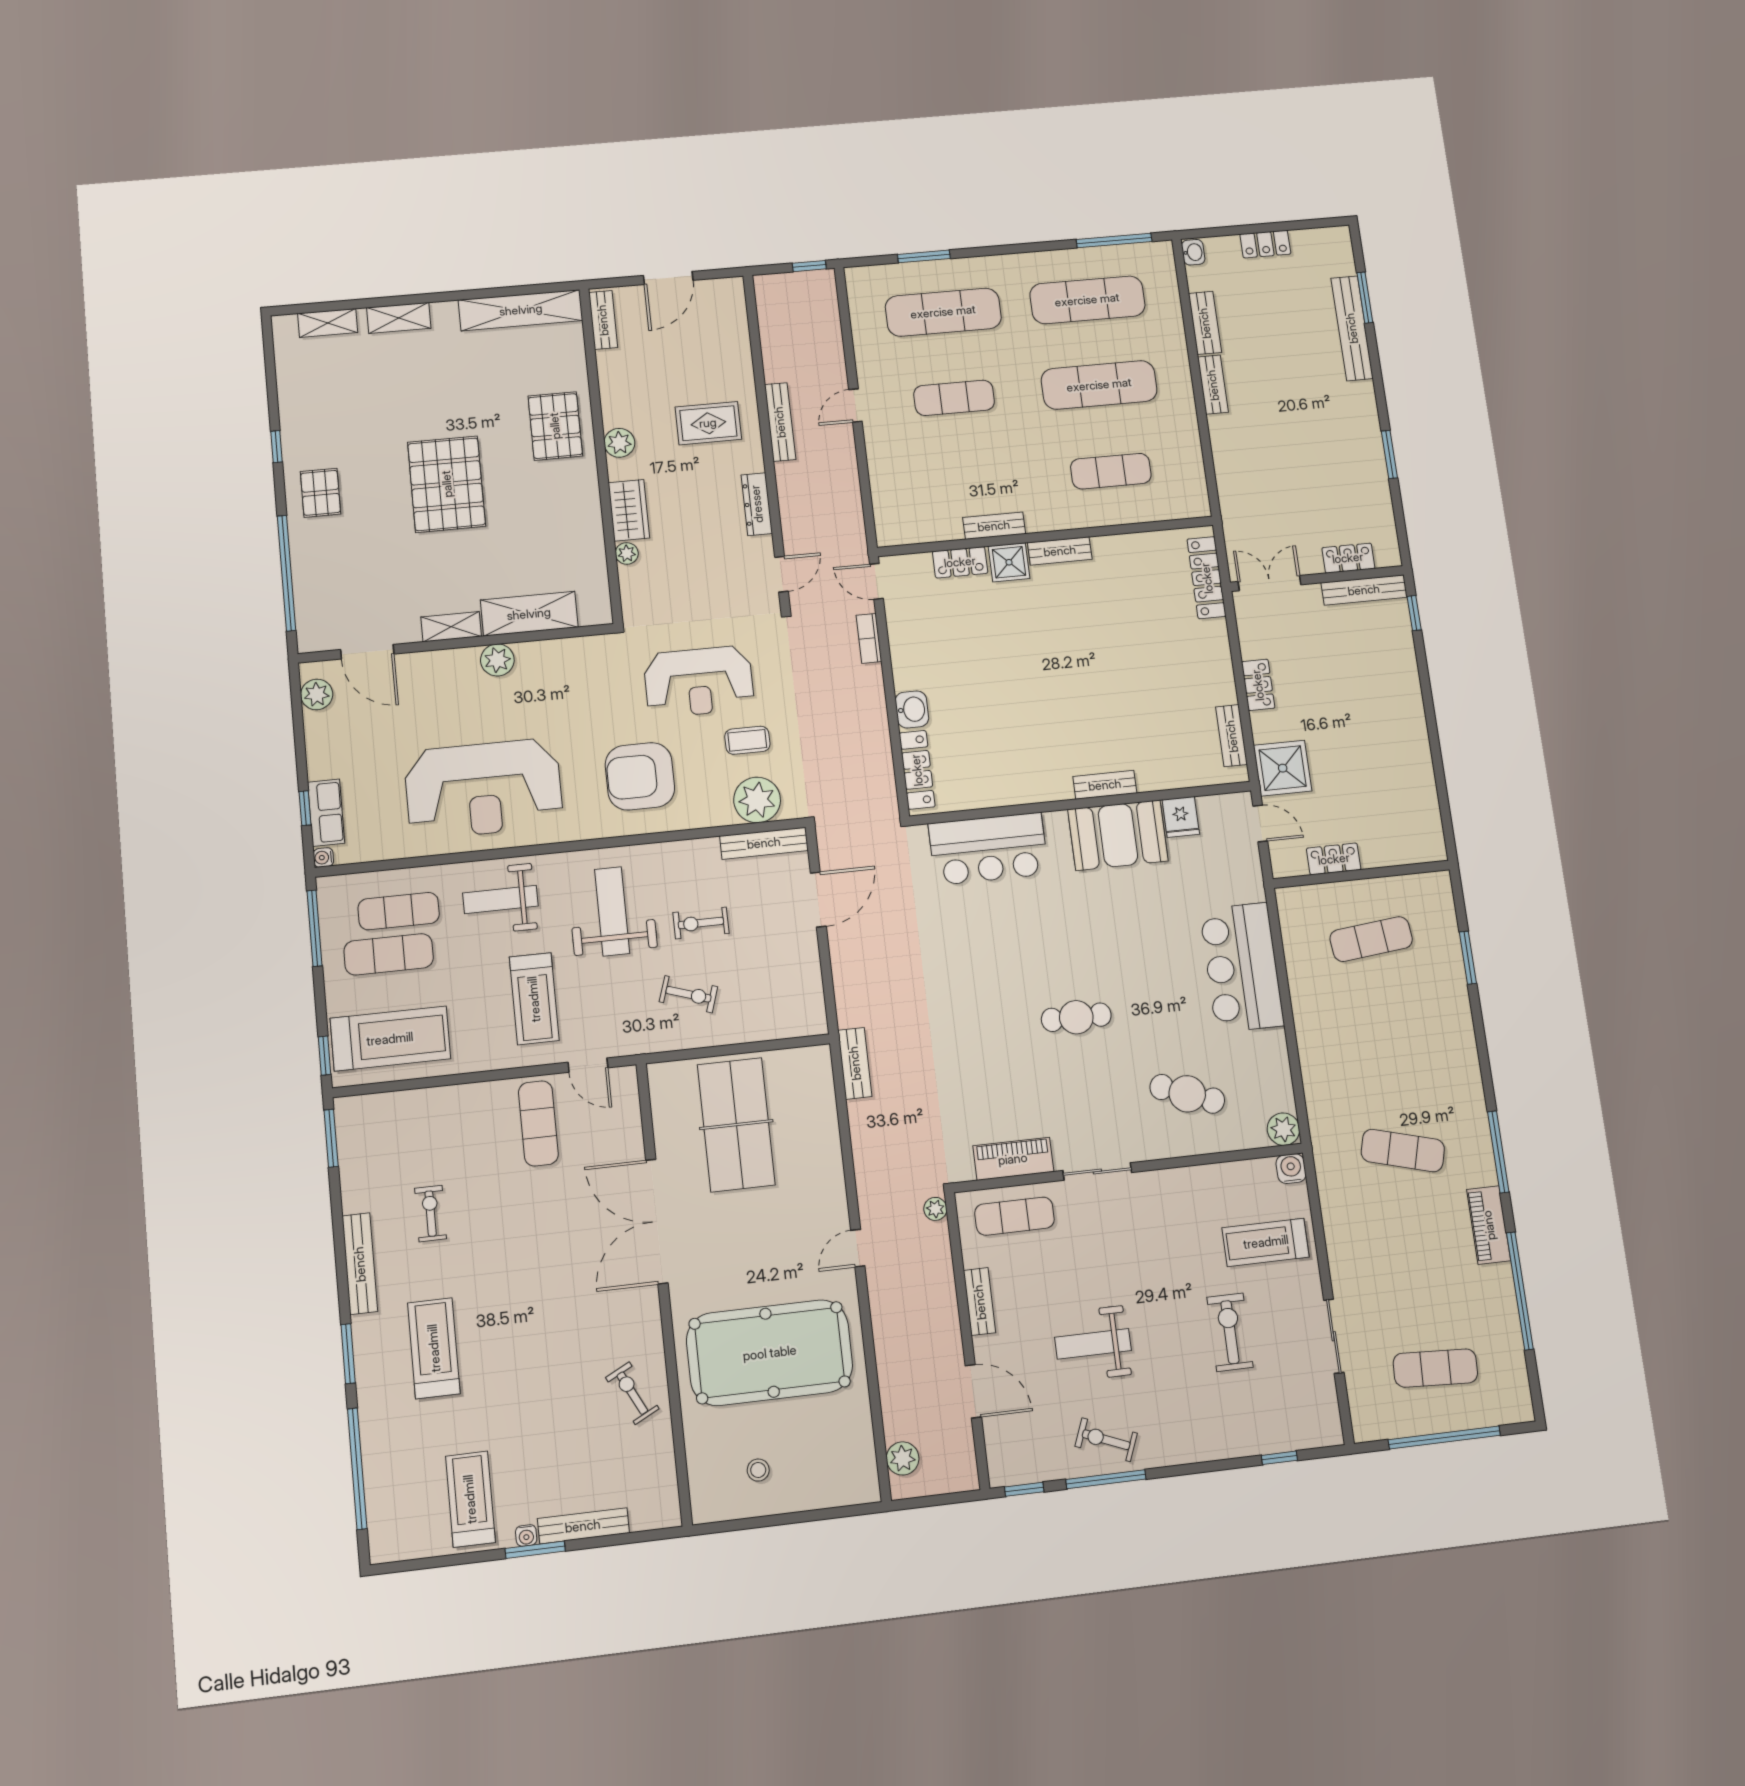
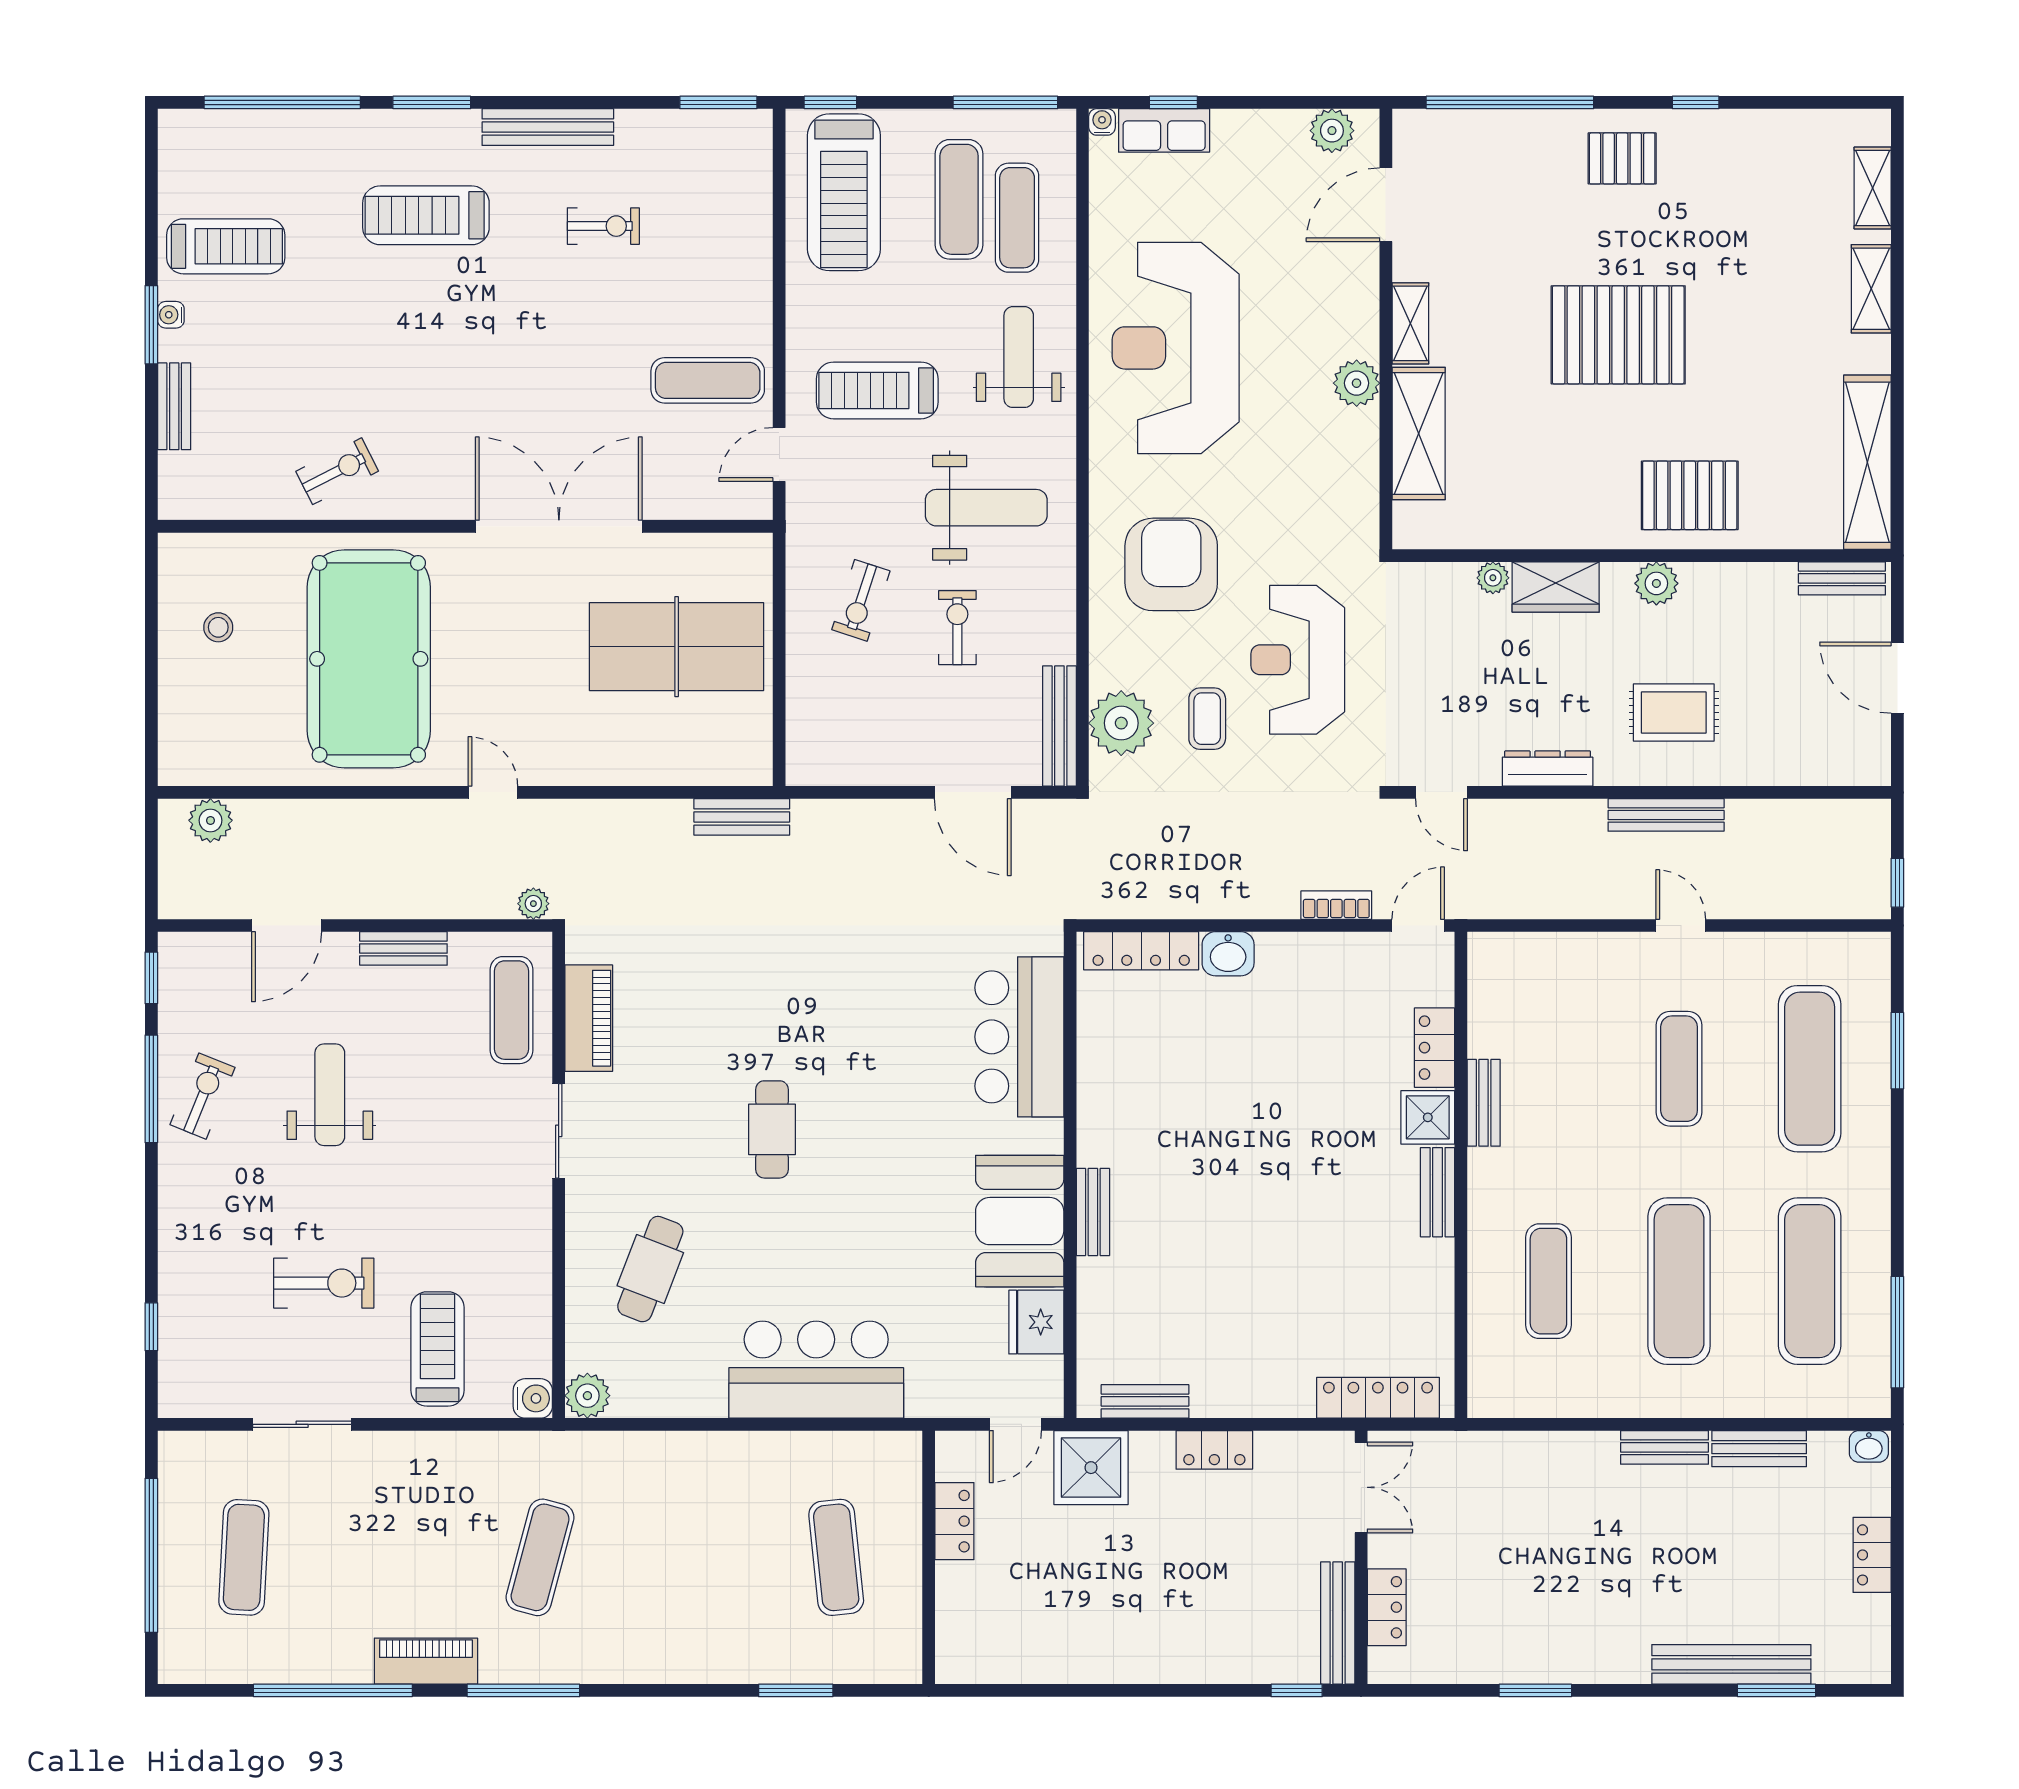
rug: (708, 423) -> (1674, 713), turned 90
fridge: (1181, 817) -> (1036, 1322), width x1.38
treadmill: (434, 1348) -> (426, 215), turned 180
bench: (583, 1526) -> (174, 406), width x0.73

